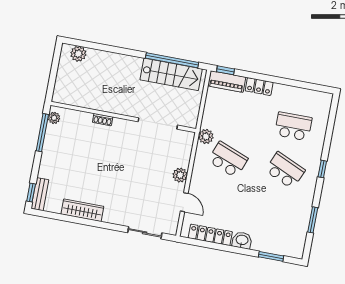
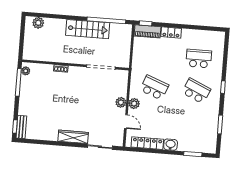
stairs: (171, 74) -> (88, 29), moved
plant: (206, 136) -> (134, 104), moved
wardrobe: (82, 210) -> (73, 137), moved

